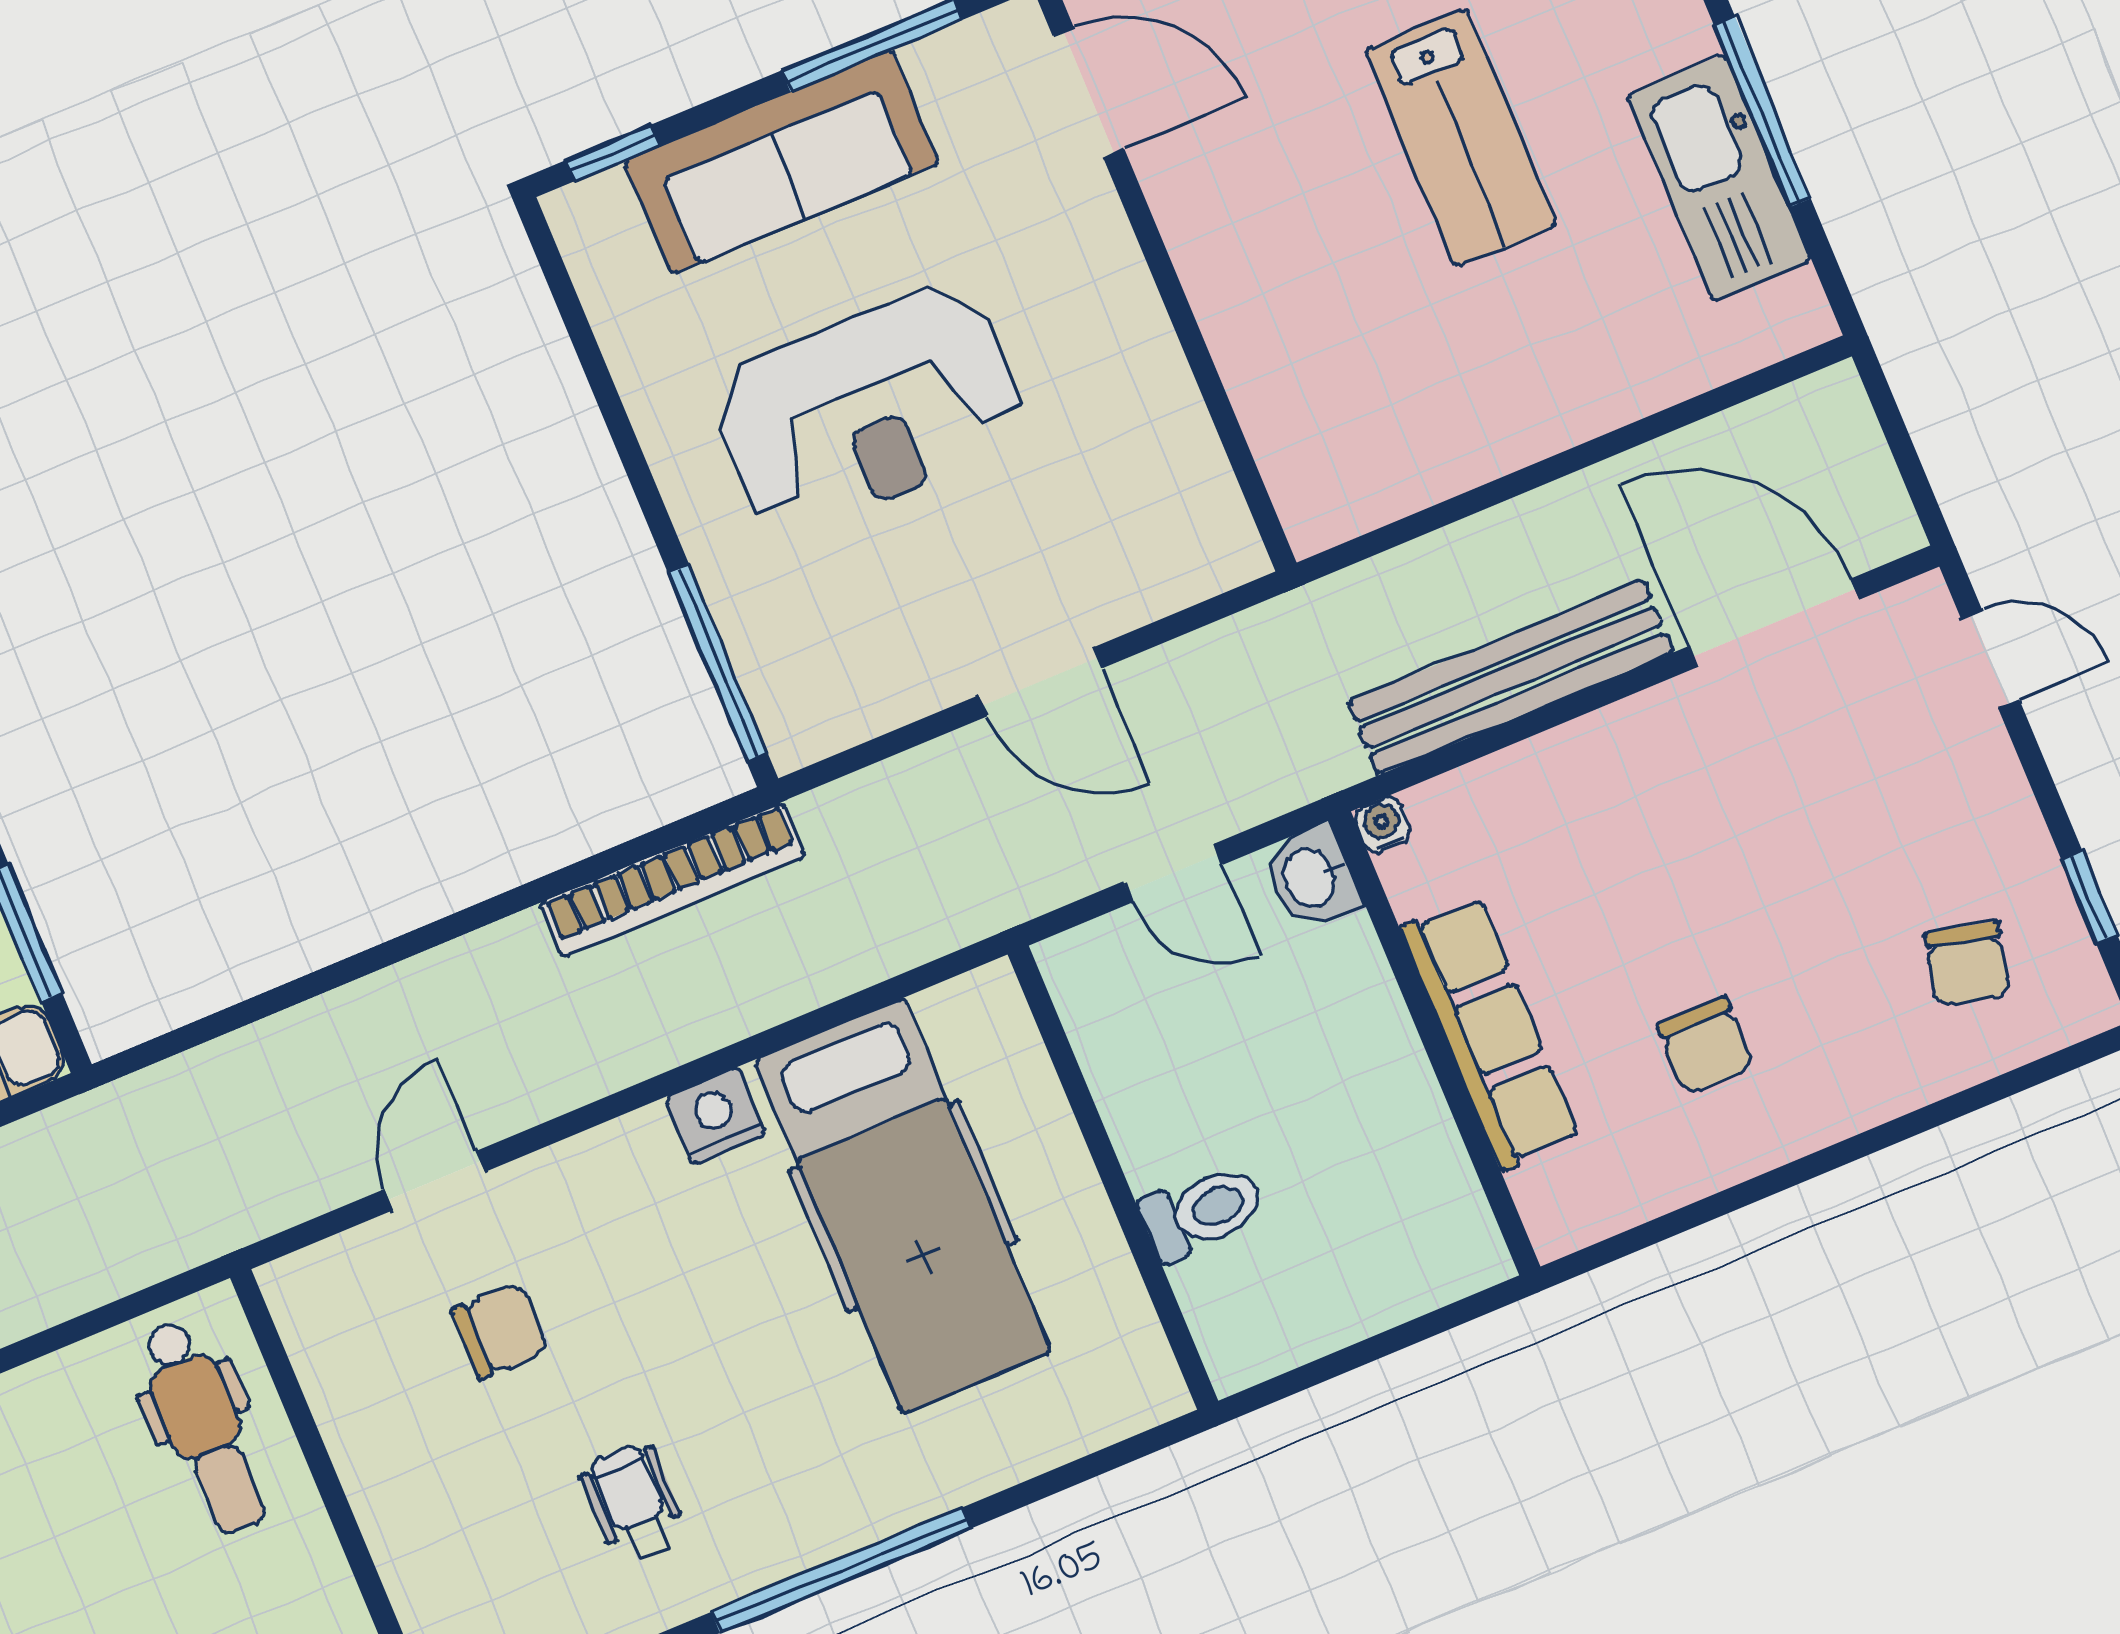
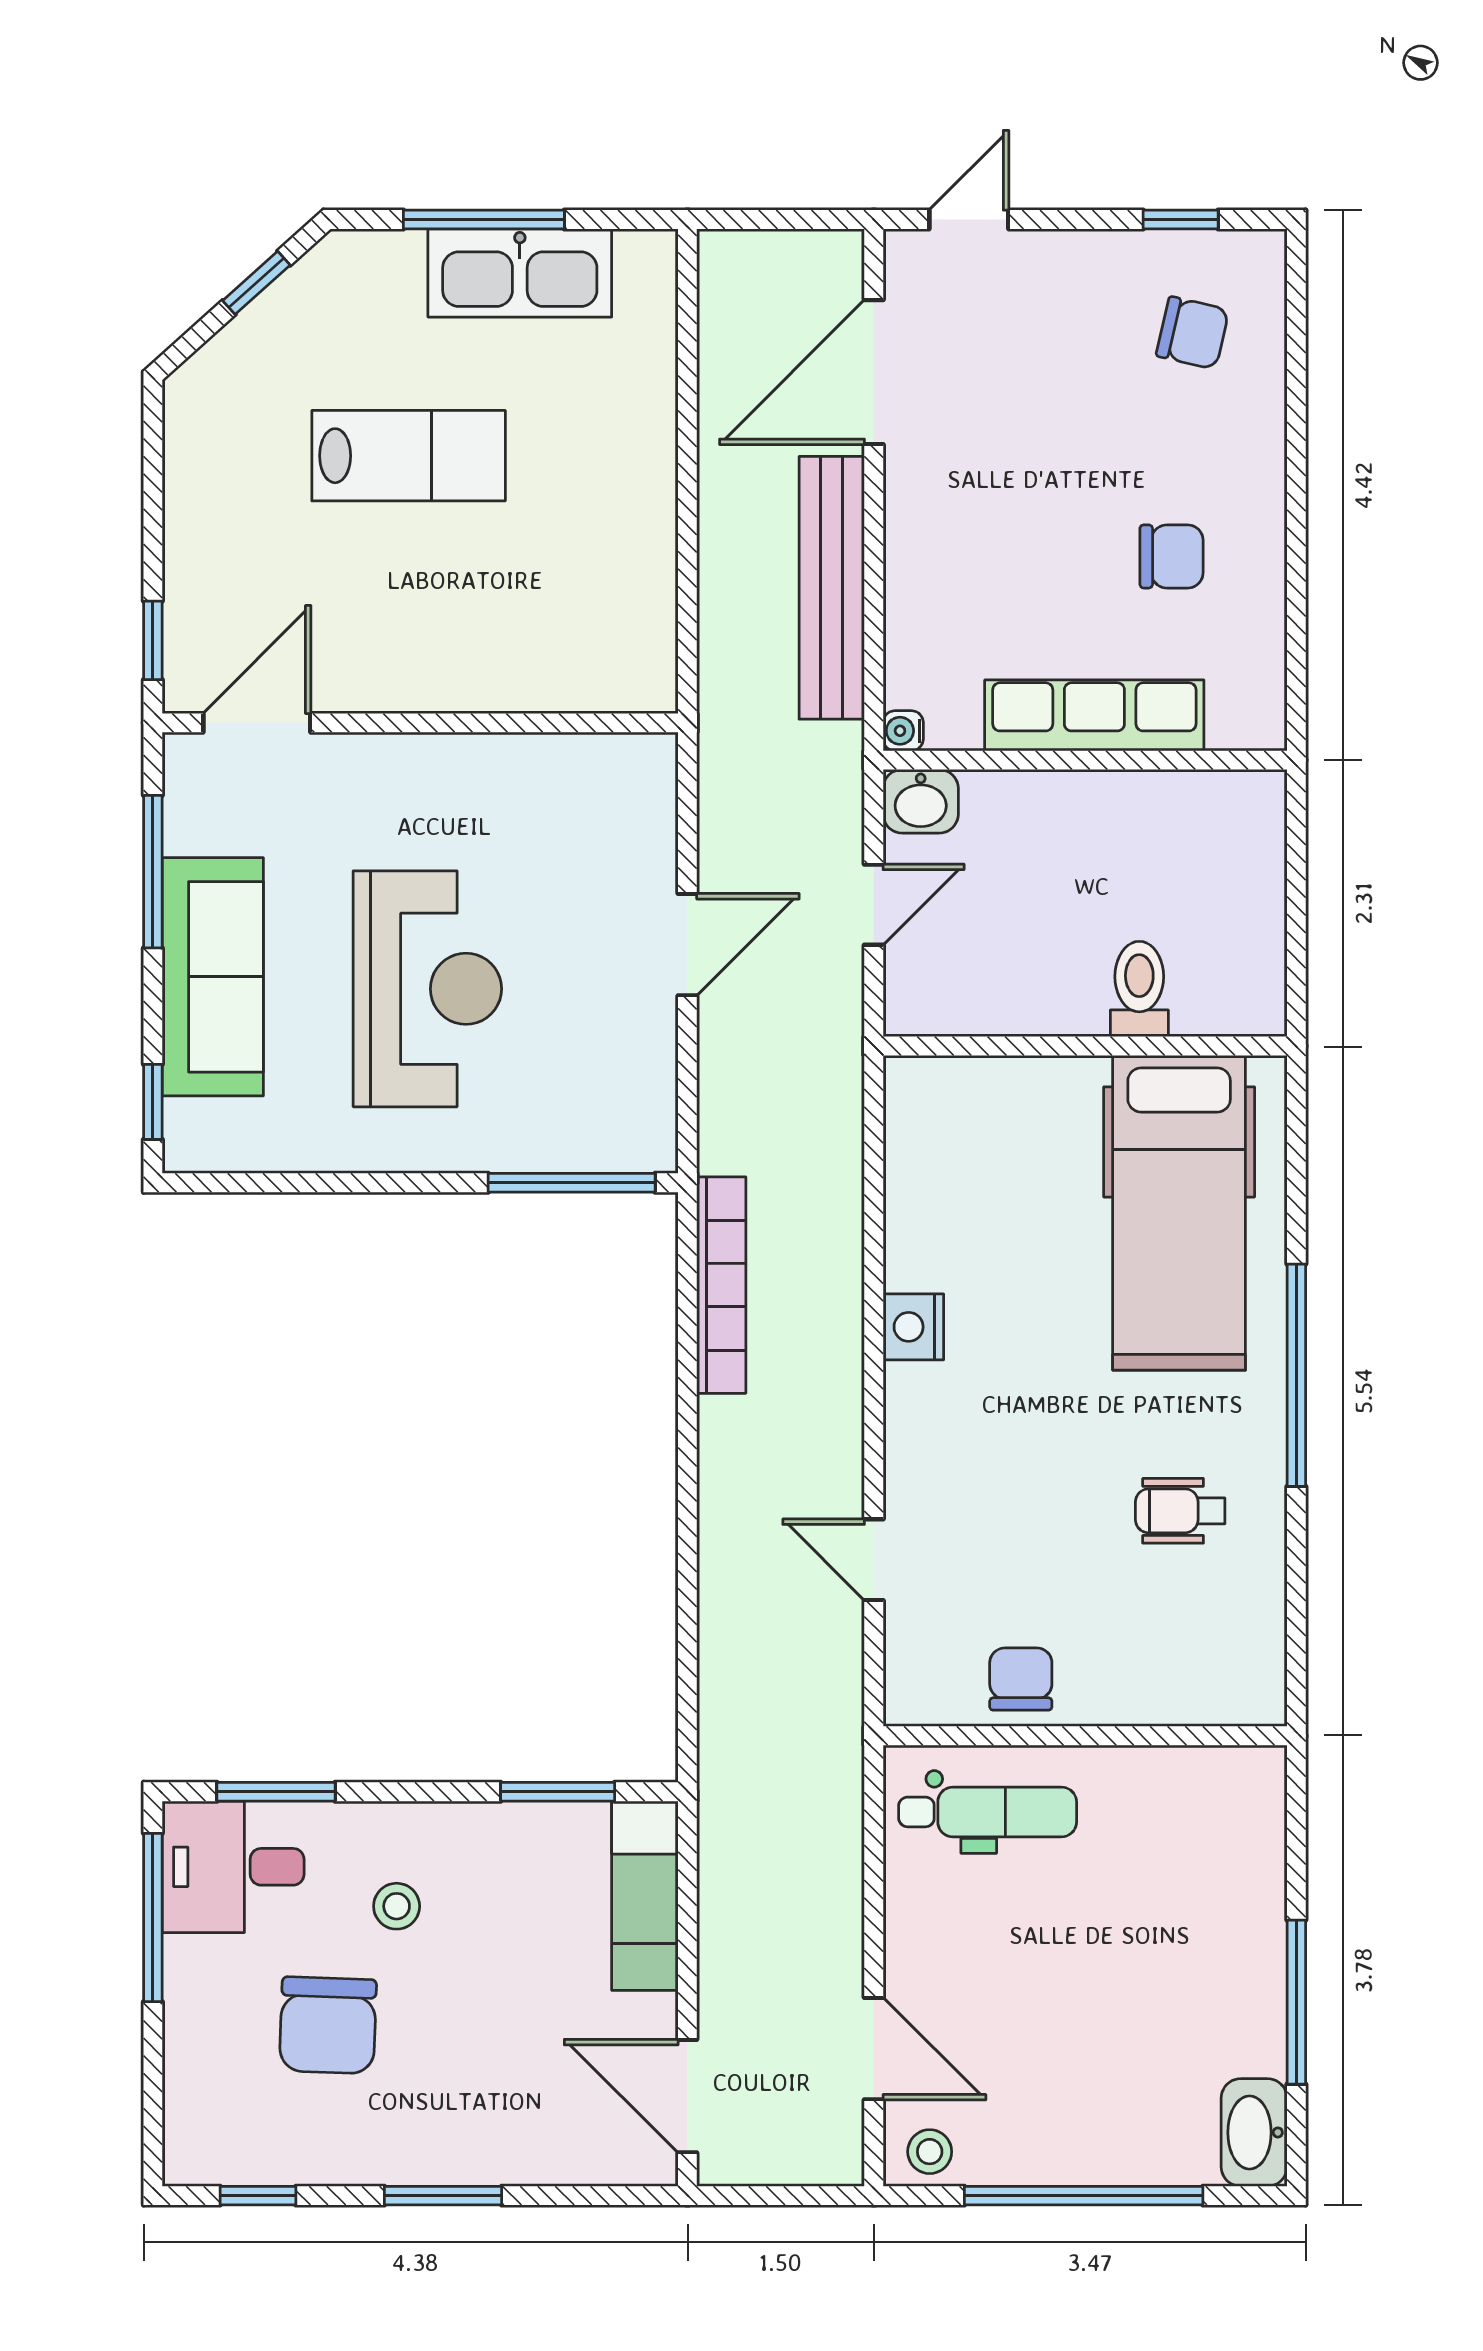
hospital bed: (903, 1206) -> (1179, 1213), moved, turned 90
chair: (500, 1330) -> (1021, 1679), moved

